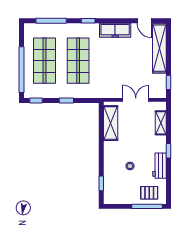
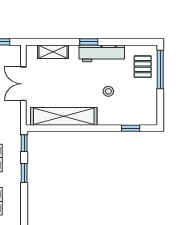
window: (36, 100) -> (24, 143), moved
shelving: (111, 123) -> (64, 116), width x1.47
workbench: (160, 166) -> (102, 53), width x1.38

